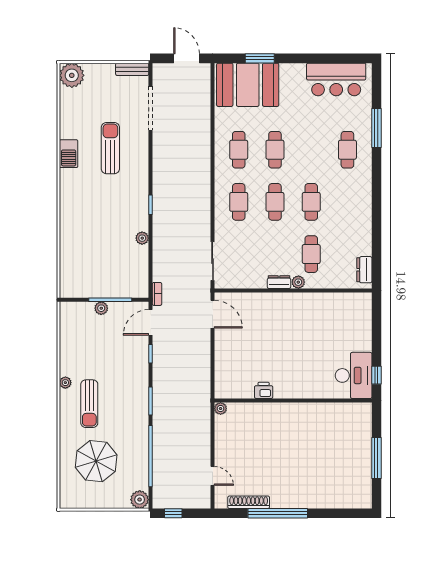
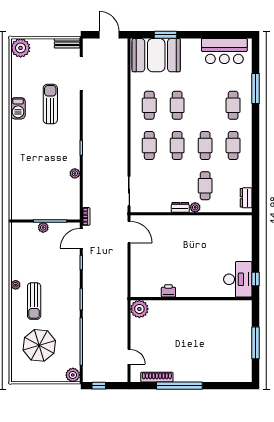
cafe table: (347, 202) -> (233, 145), added
plant: (221, 409) -> (139, 309), width x1.87, depth x1.87

